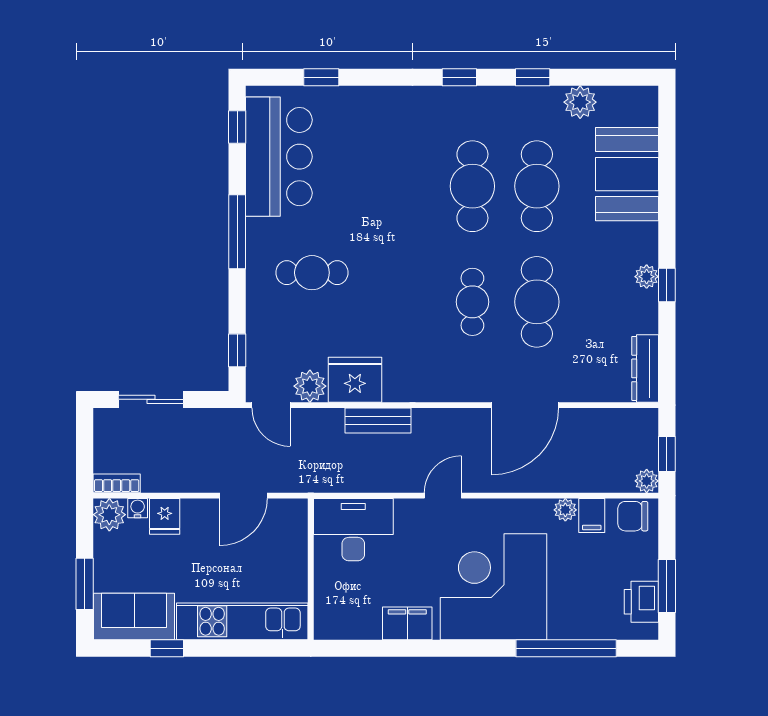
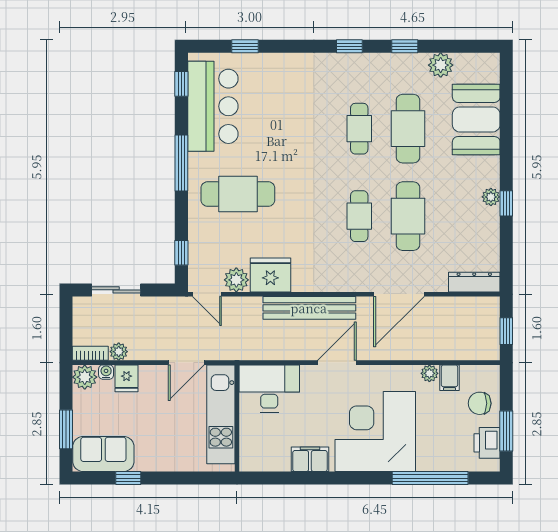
cafe table: (472, 186) -> (359, 129), width x0.73, depth x0.74
cafe table: (312, 273) -> (238, 194), width x1.37, depth x1.35
dresser: (645, 368) -> (474, 282), moved, turned 90
bench: (378, 421) -> (309, 308), width x1.86, depth x1.21
plant: (647, 481) -> (119, 352), moved
door: (443, 496) -> (337, 363), width x1.38
chair: (633, 516) -> (480, 403), moved
kitchen unit: (242, 621) -> (221, 414), moved, turned -90

